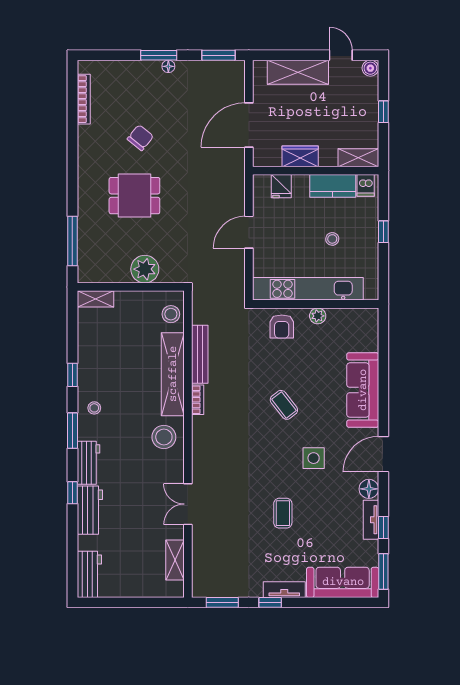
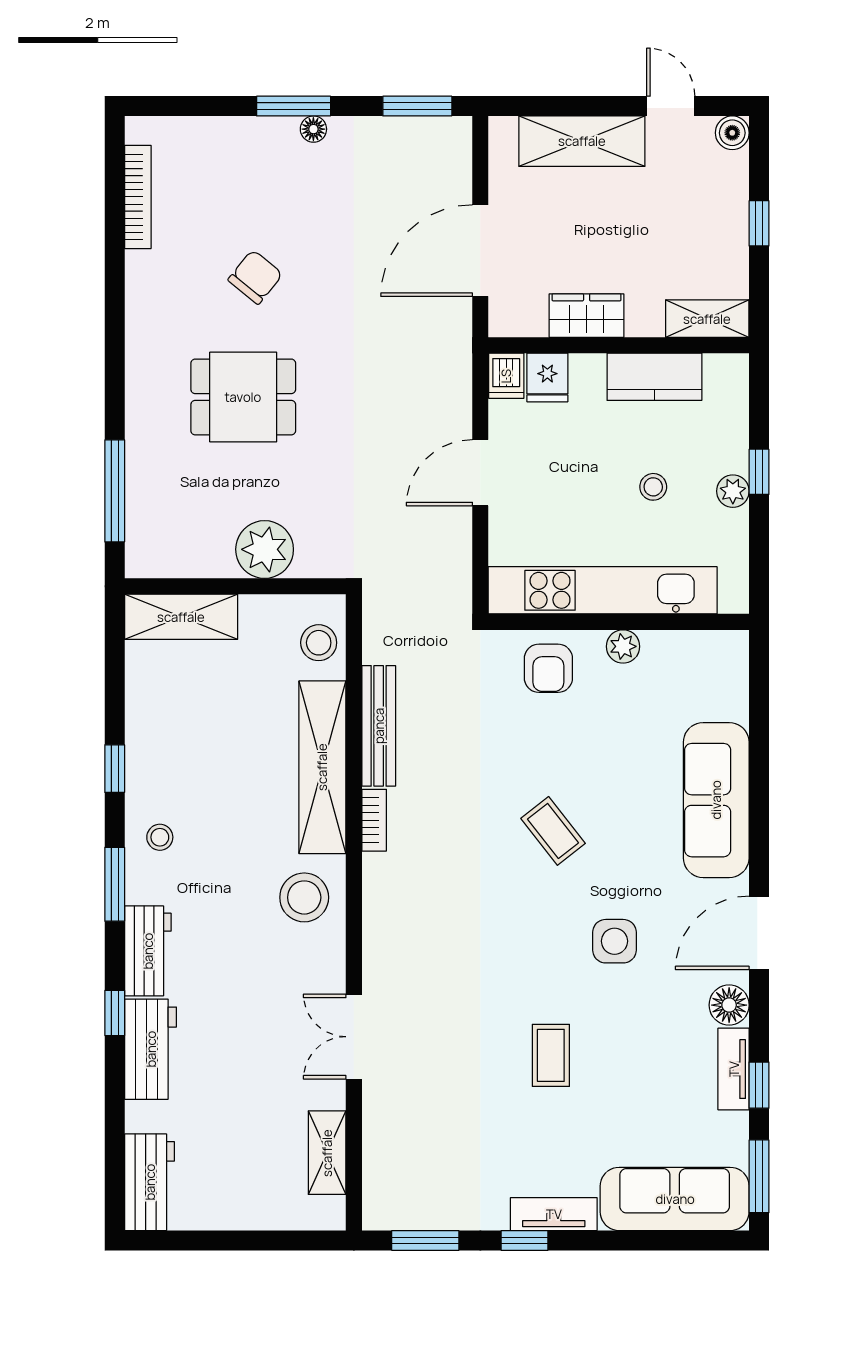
dishwasher: (366, 185) -> (506, 376), moved
plant: (371, 241) -> (733, 491), added
shelving: (95, 299) -> (181, 617), width x1.50, depth x1.33

